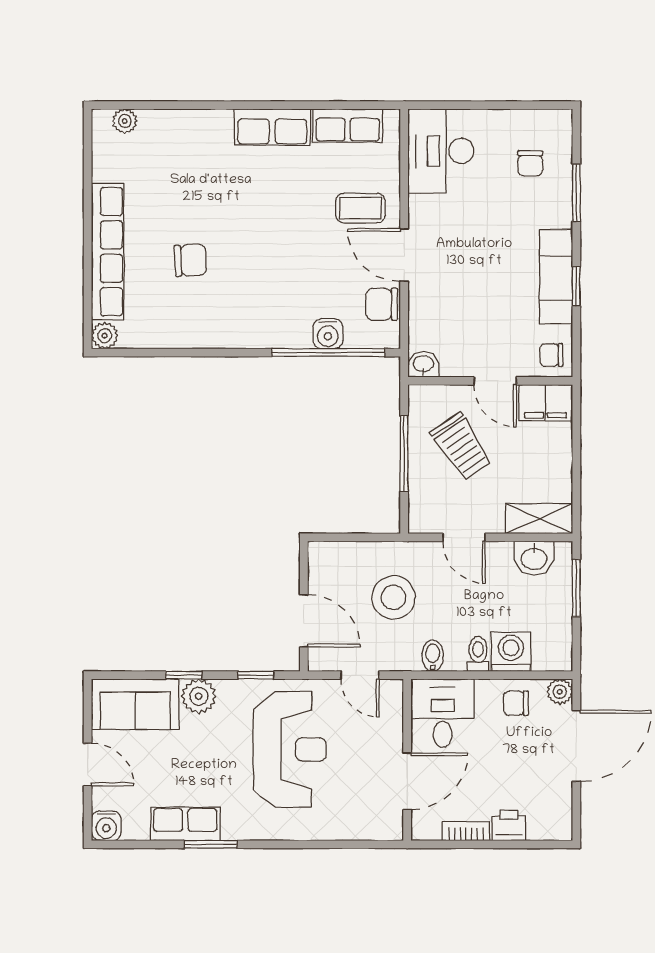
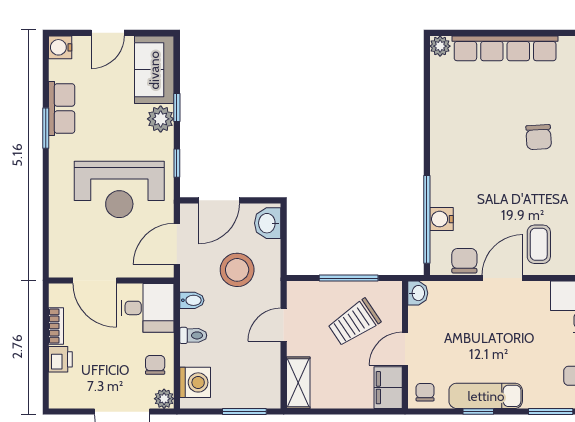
chair: (190, 260) -> (539, 137), moved
washbasin: (534, 558) -> (268, 223), moved
washing machine: (511, 652) -> (195, 382), moved
door: (360, 675) -> (177, 244), width x1.38

